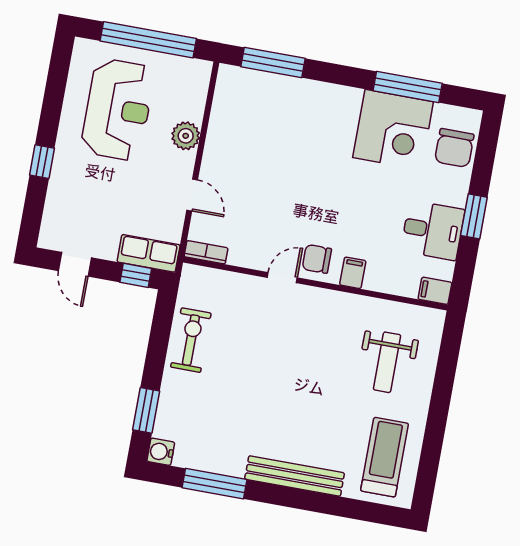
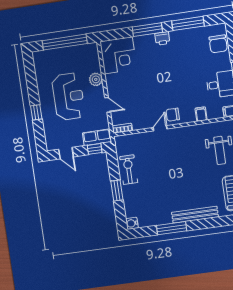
window: (273, 62) -> (147, 30), moved
printer: (347, 99) -> (162, 38), added
reception desk: (118, 110) -> (68, 97), moved
corner desk: (393, 130) -> (118, 55), moved
filing cabinet: (353, 273) -> (201, 114), moved
window: (146, 410) -> (117, 191), moved
window: (215, 484) -> (172, 228), moved

